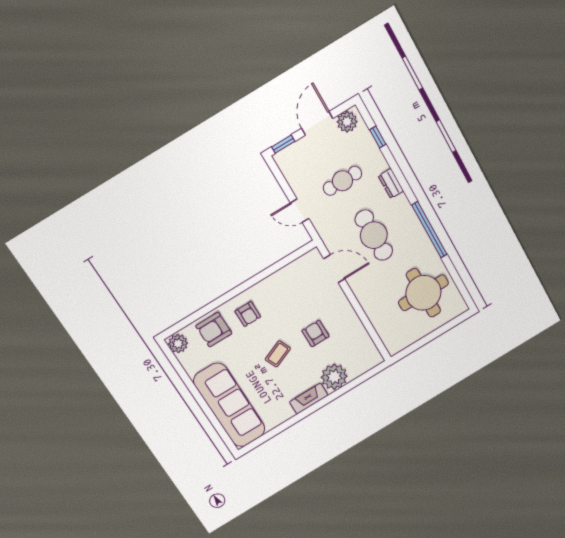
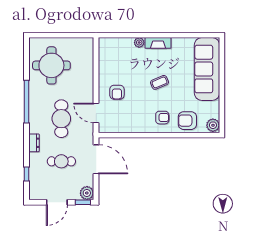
plant: (347, 122) -> (87, 193), moved
door: (300, 211) -> (96, 159), width x1.88
armchair: (248, 314) -> (162, 118), turned 90
armchair: (214, 330) -> (187, 121), turned 180
armchair: (315, 333) -> (117, 92), moved
plant: (334, 377) -> (139, 43), width x0.53, depth x0.53

